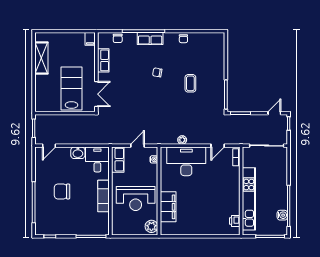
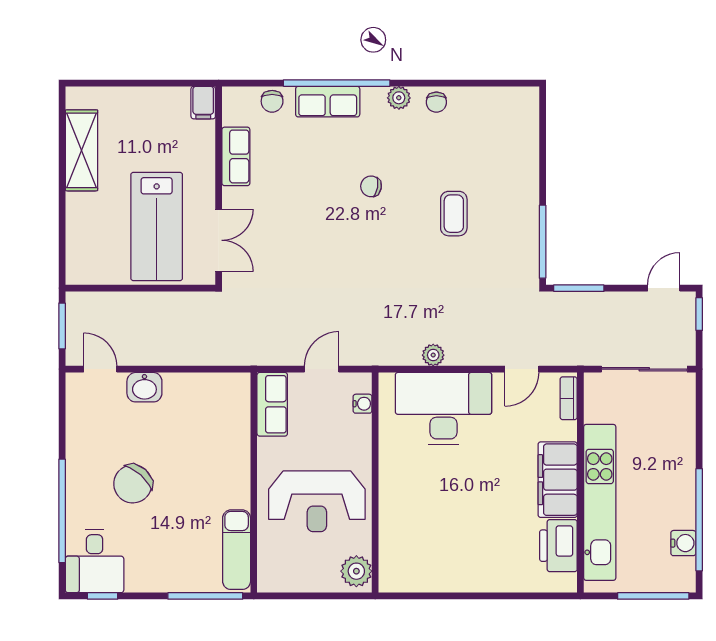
plant: (168, 37) -> (399, 98), added
row of seats: (150, 39) -> (328, 102), moved
lab bench: (71, 88) -> (157, 226), turned 180
door: (49, 146) -> (100, 369), swing flipped
washbasin: (78, 153) -> (144, 387), moved
desk: (97, 159) -> (95, 561), moved, turned 180
chair: (62, 191) -> (133, 484), turned -48
exam couch: (103, 196) -> (237, 550), moved
filing cabinet: (168, 207) -> (558, 480), moved, turned 180
printer: (235, 221) -> (558, 546), width x1.87, depth x1.48

